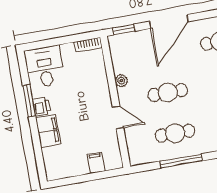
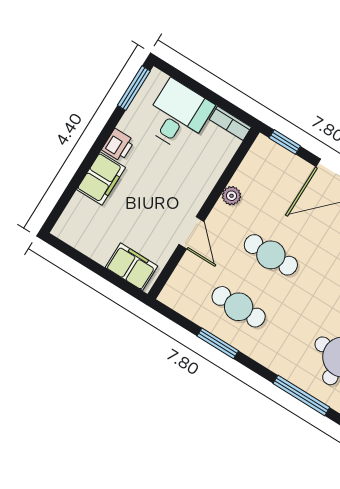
desk: (45, 67) -> (178, 115), moved
window: (29, 101) -> (134, 88), moved
window: (181, 161) -> (218, 343), width x0.69
filing cabinet: (96, 163) -> (132, 267), width x2.00

